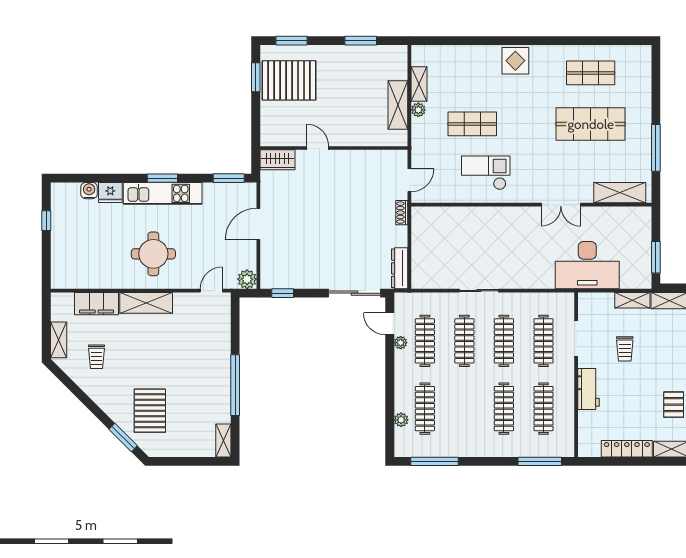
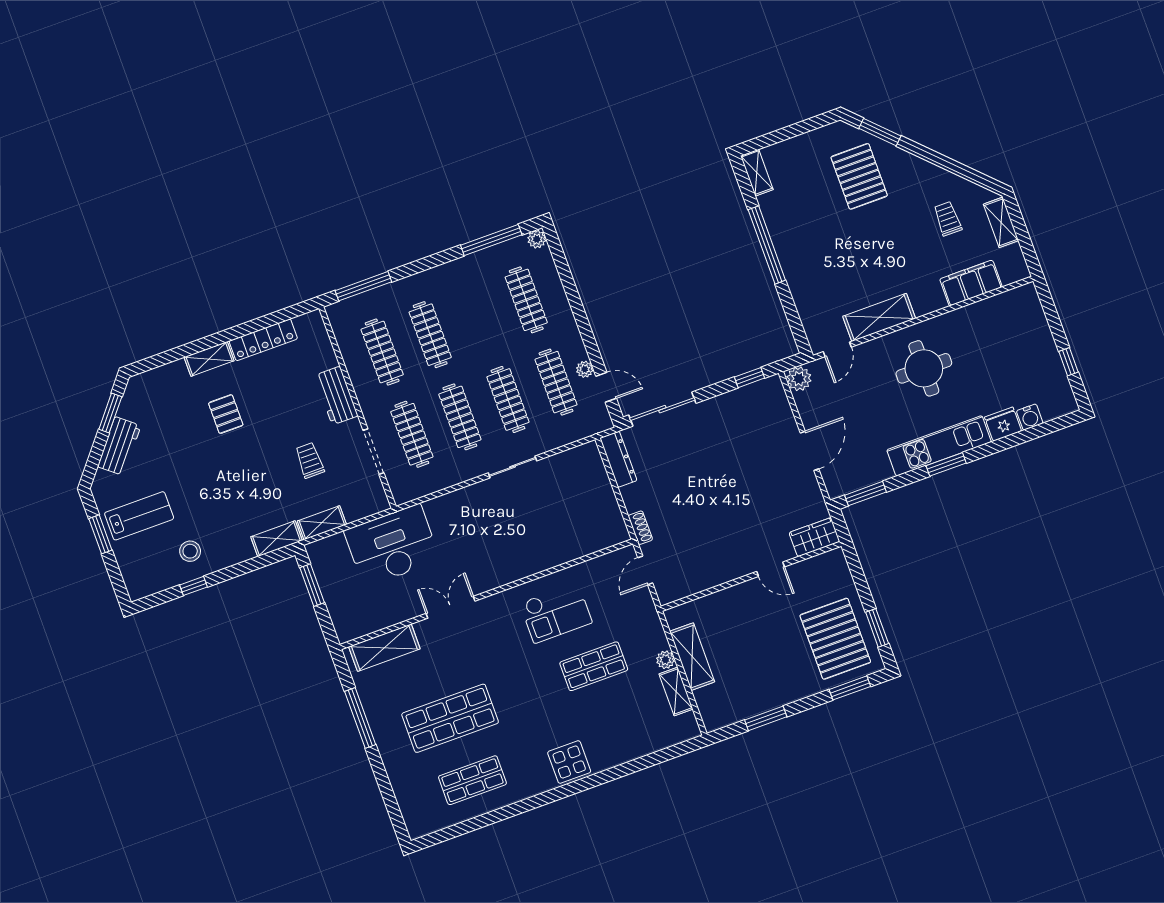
pallet: (289, 80) -> (835, 639), turned 90
shelving: (146, 303) -> (879, 317), moved
plant: (401, 420) -> (537, 239), moved

